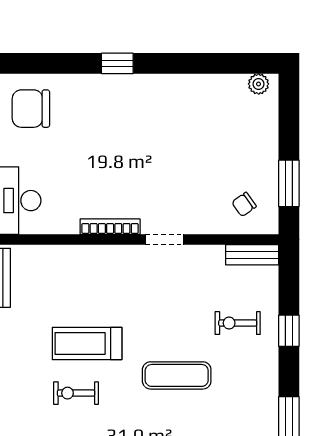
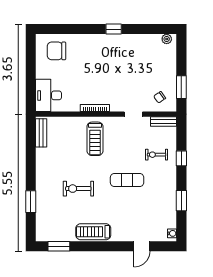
window: (117, 63) -> (114, 29), moved
doorway: (164, 239) -> (133, 114), moved
treadmill: (87, 343) -> (95, 139), moved, turned -90
exercise bike: (76, 393) -> (78, 189), width x1.38, depth x1.39

